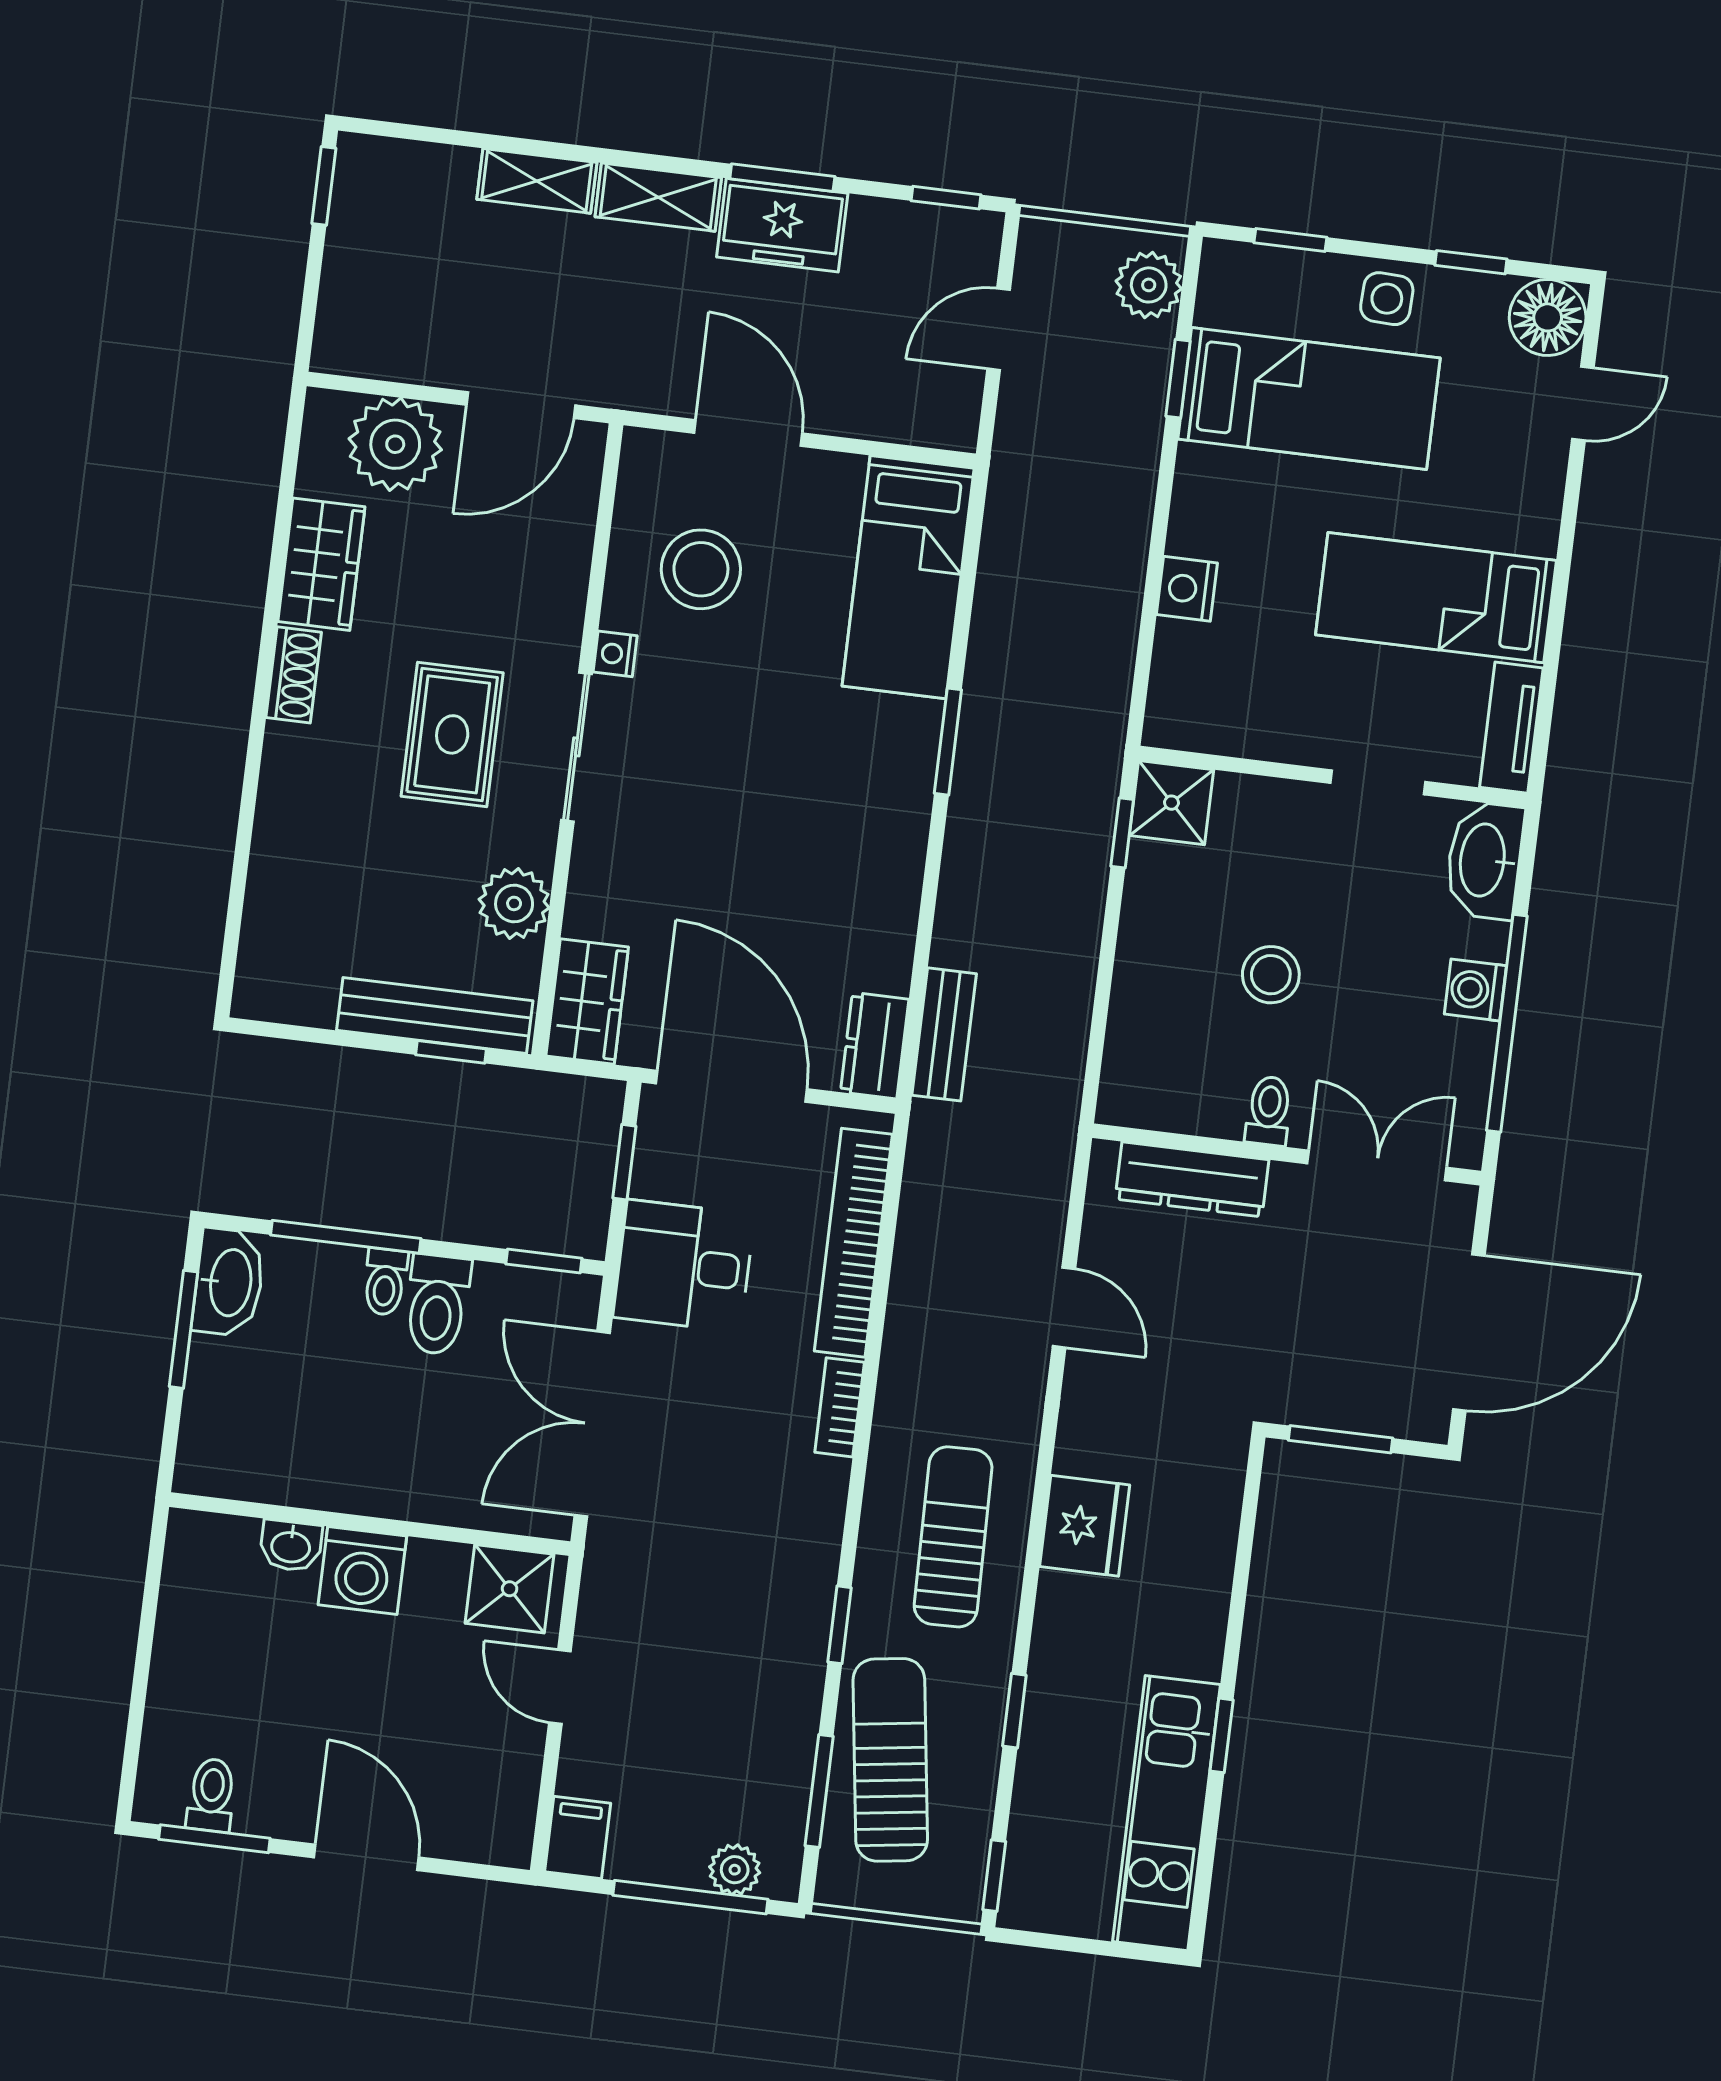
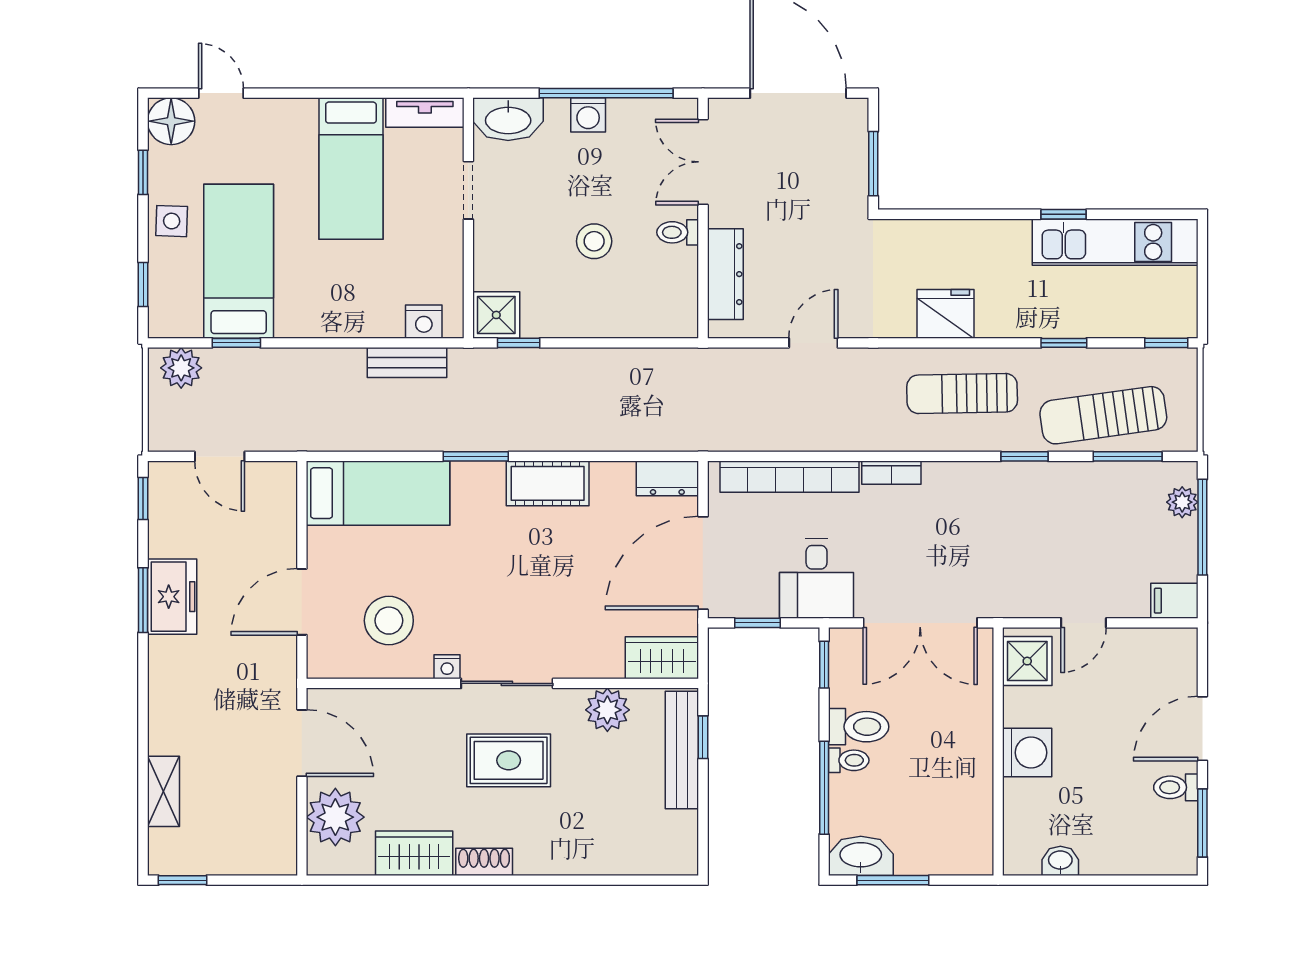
shelving: (537, 181) -> (163, 791), moved
shelving: (658, 197) -> (164, 675), removed
nightstand: (1187, 589) -> (424, 322), moved
cot: (890, 852) -> (548, 483), added
bench: (944, 1034) -> (407, 363), moved
washbasin: (291, 1546) -> (1060, 861), moved, turned -90
toilet: (211, 1795) -> (1176, 787), moved

